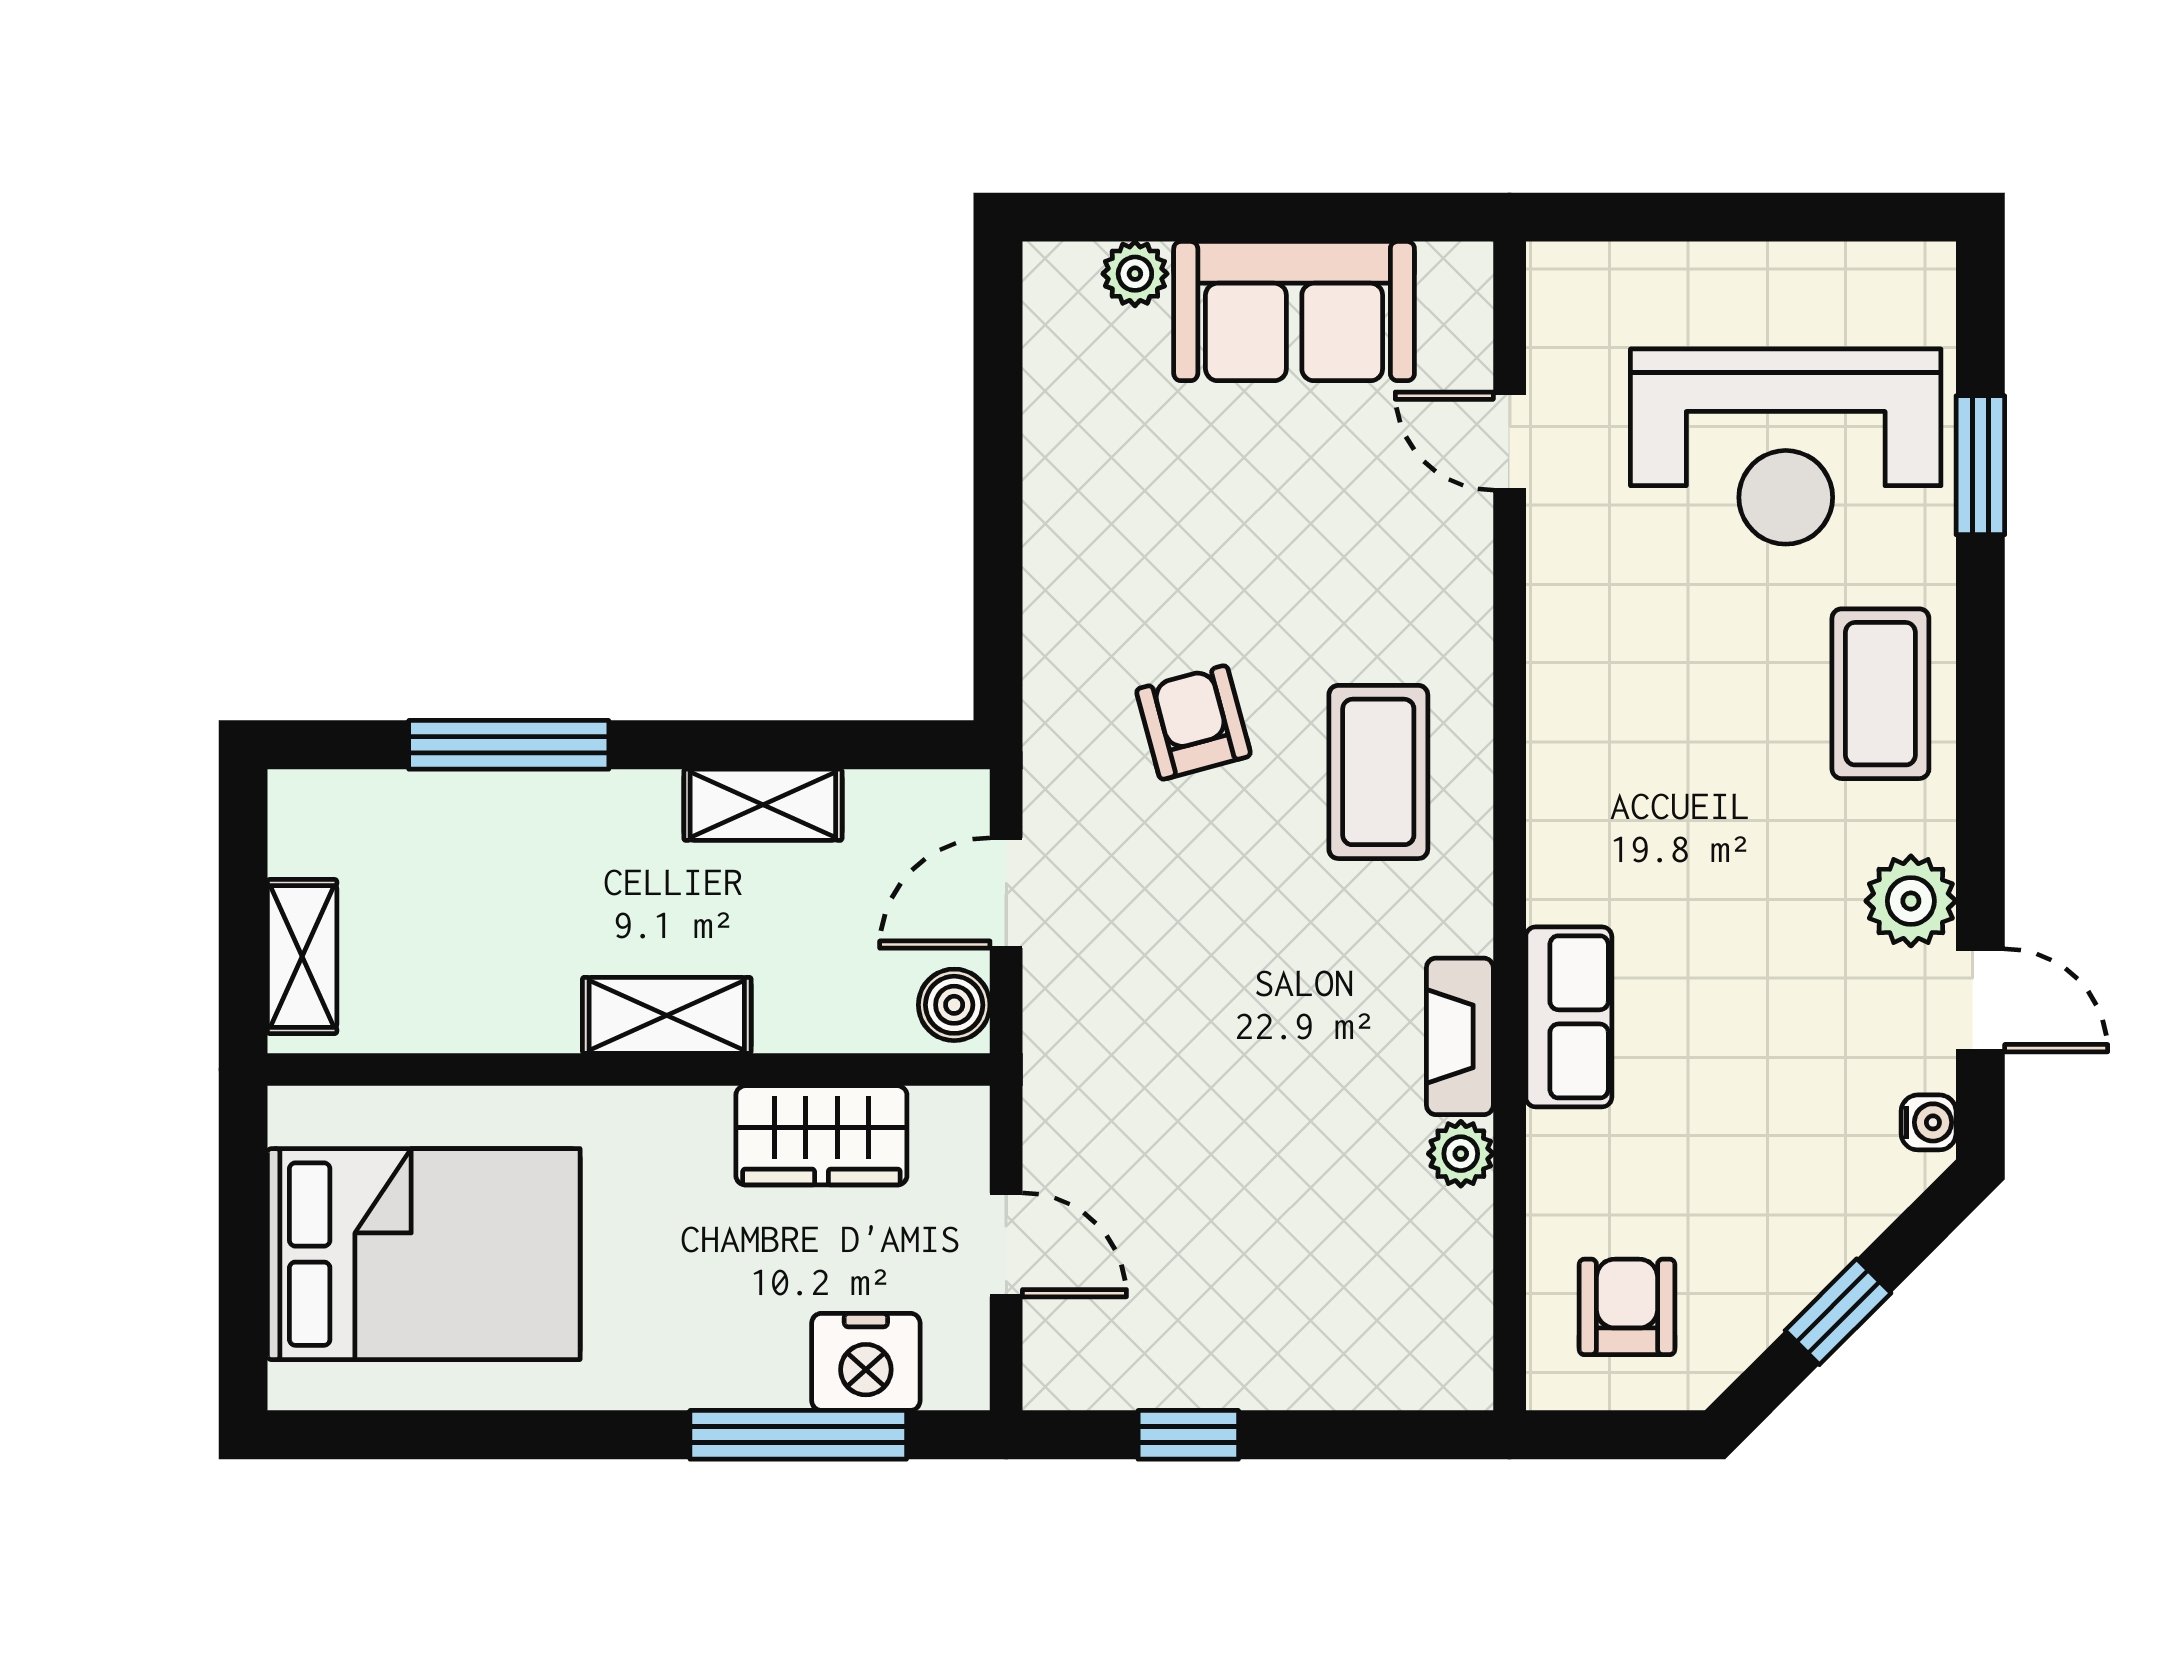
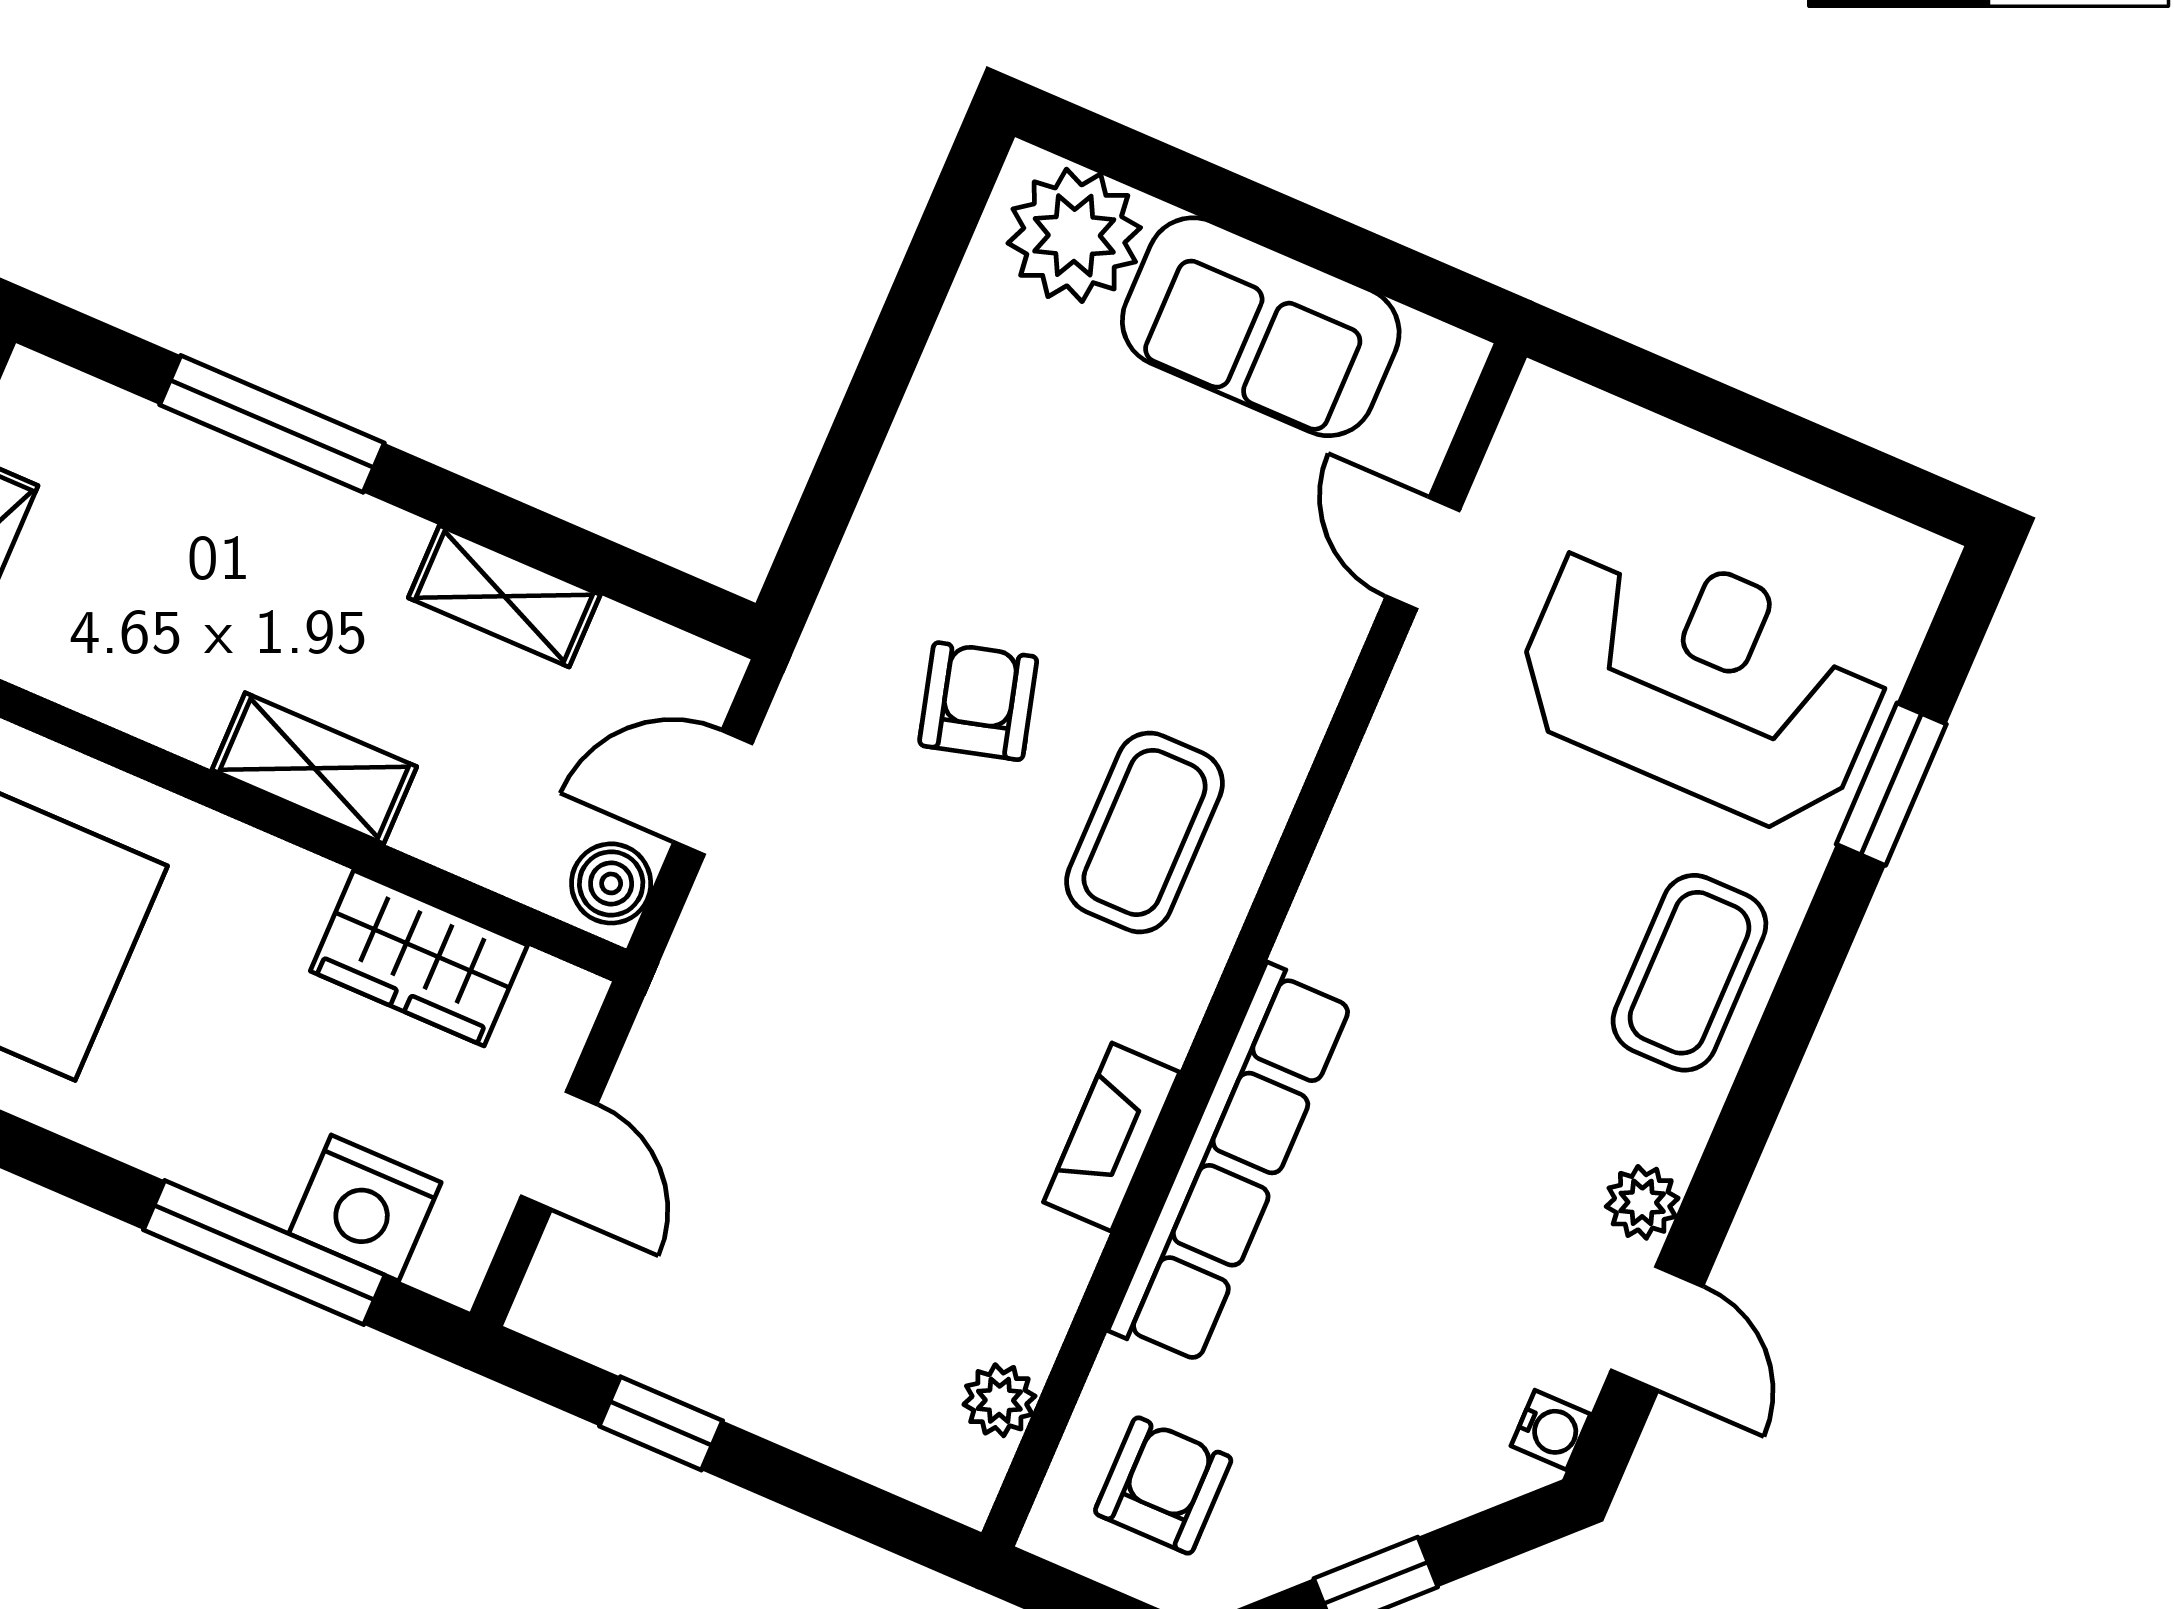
plant: (1135, 274) -> (1074, 235), width x1.88, depth x1.88
reception desk: (1786, 447) -> (1701, 680), turned 180
plant: (1911, 901) -> (1642, 1202), width x0.73, depth x0.73
row of seats: (1569, 1017) -> (1231, 1165), width x2.02
plant: (1461, 1154) -> (999, 1400), moved

